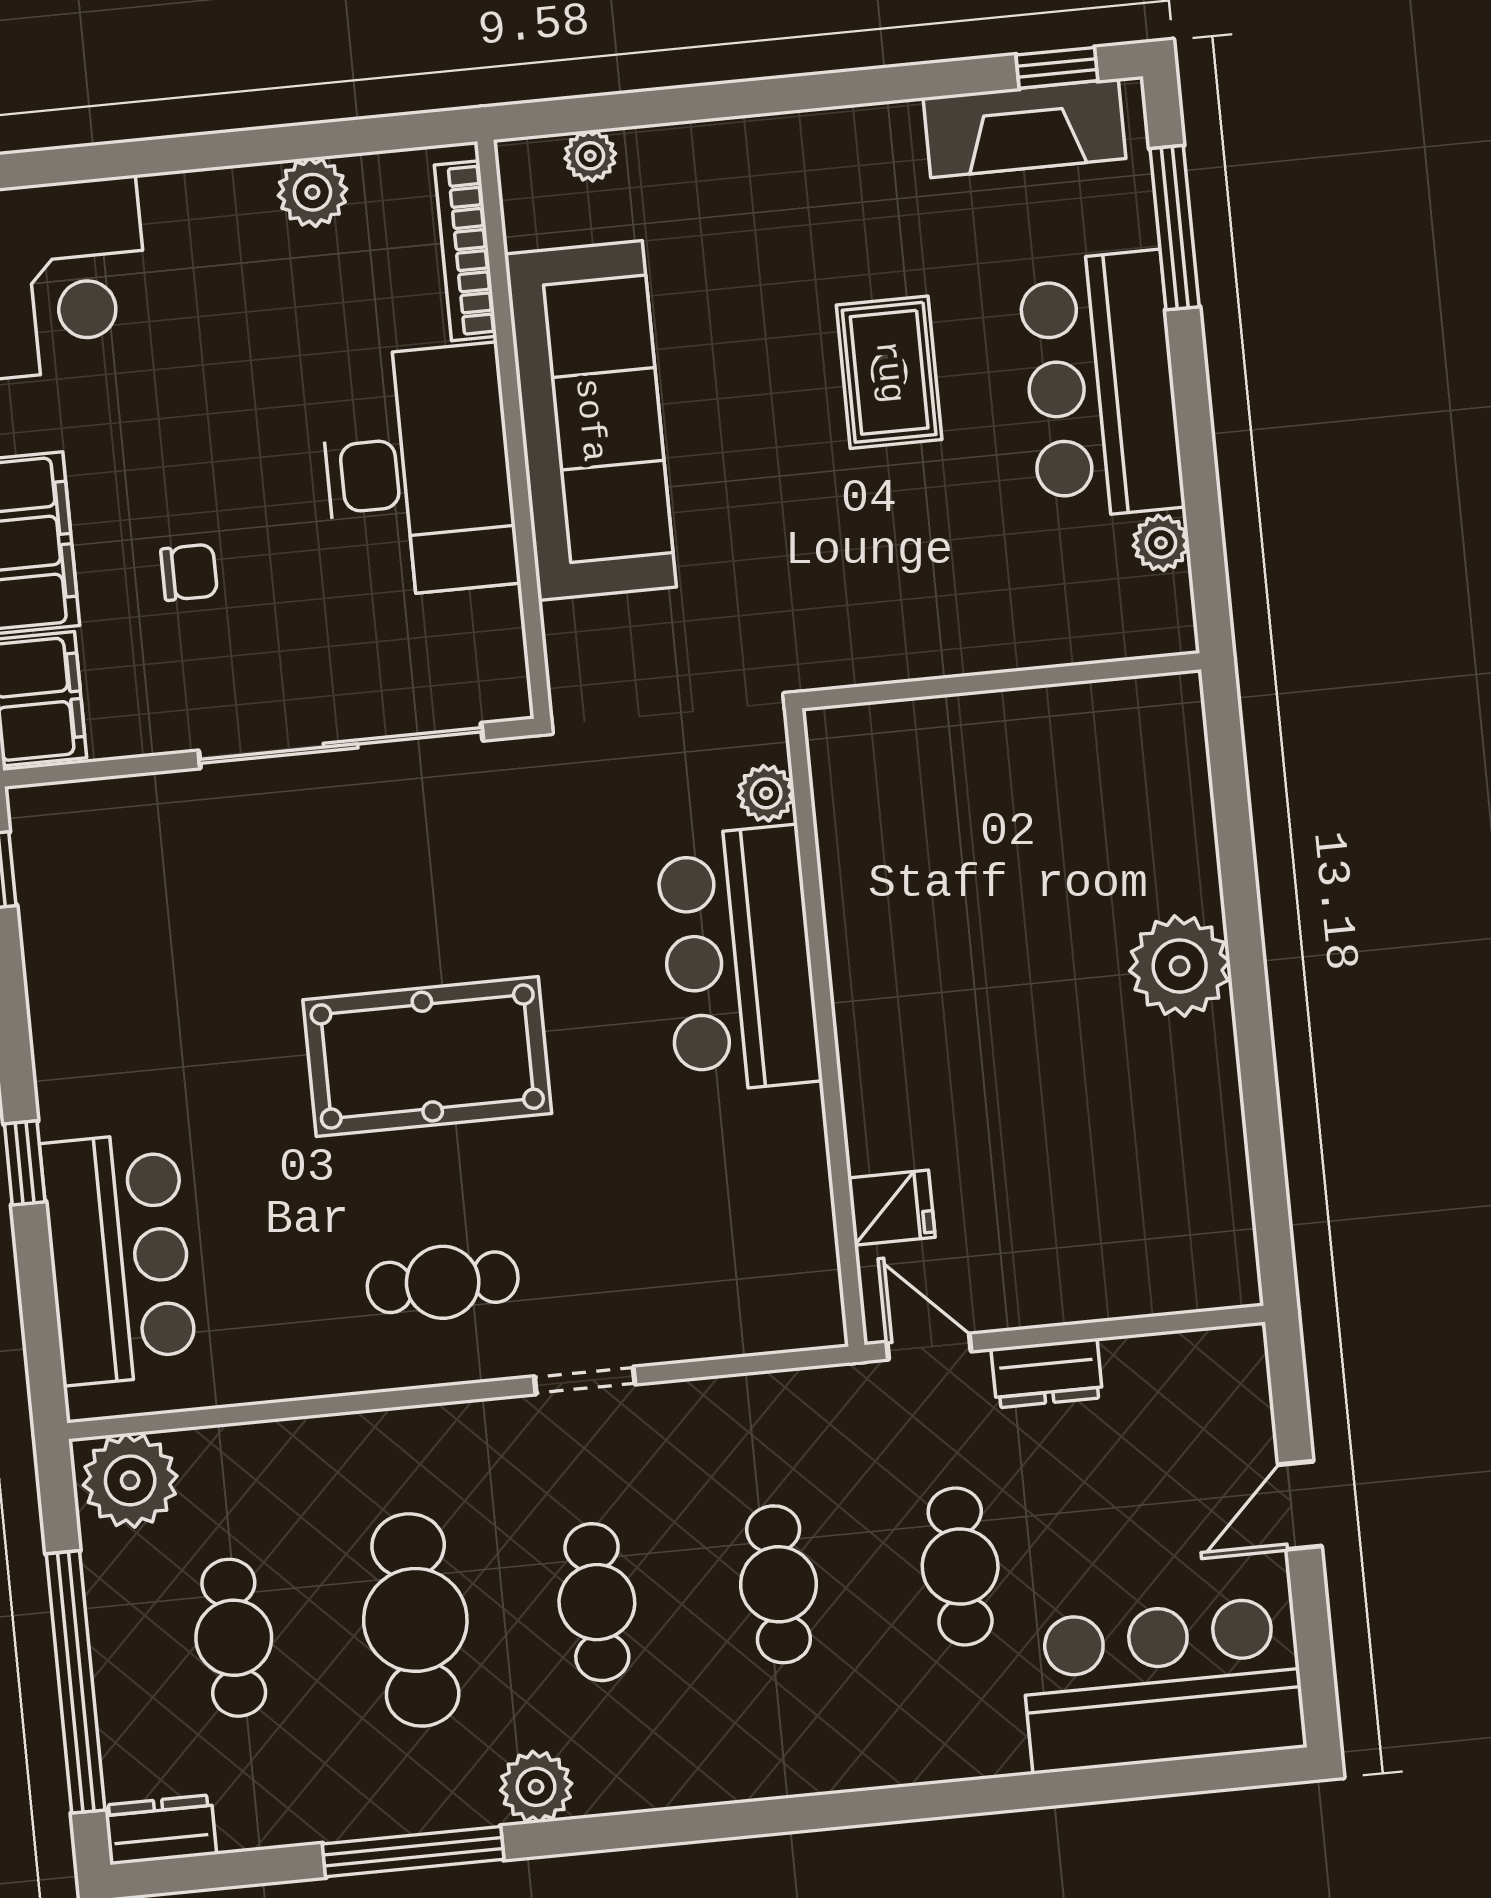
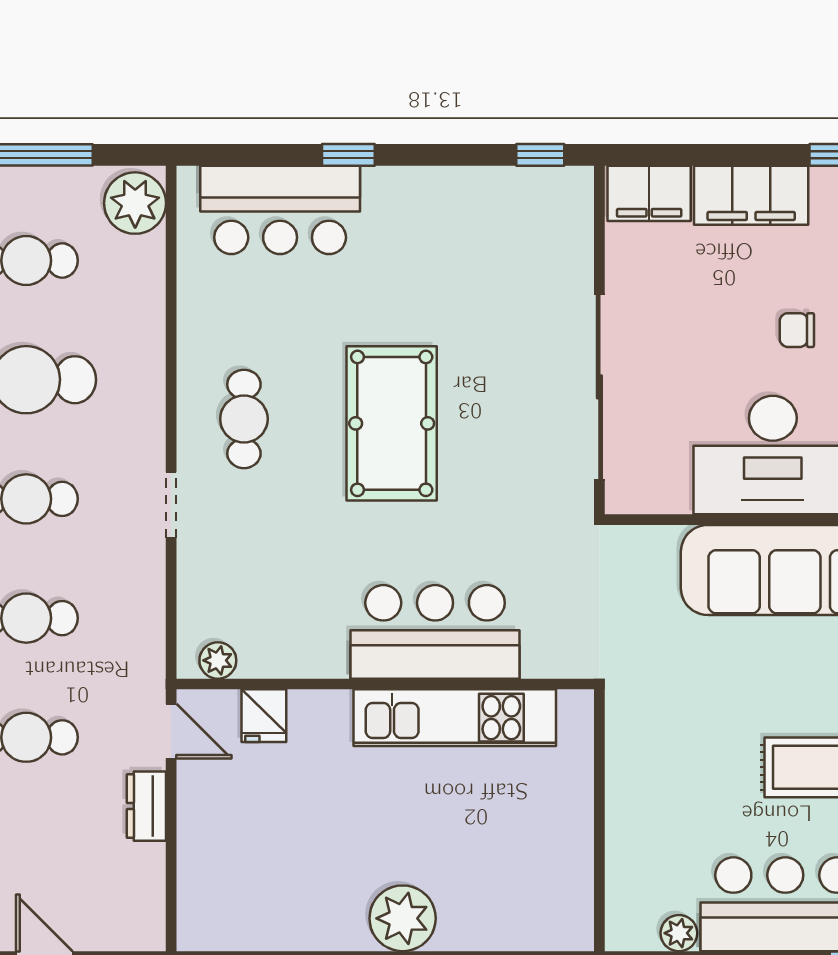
chair: (189, 572) -> (797, 330), moved, turned 90
plant: (766, 793) -> (218, 660), moved
kitchen unit: (866, 916) -> (455, 718), added
door: (929, 1347) -> (171, 731), hinge flipped

